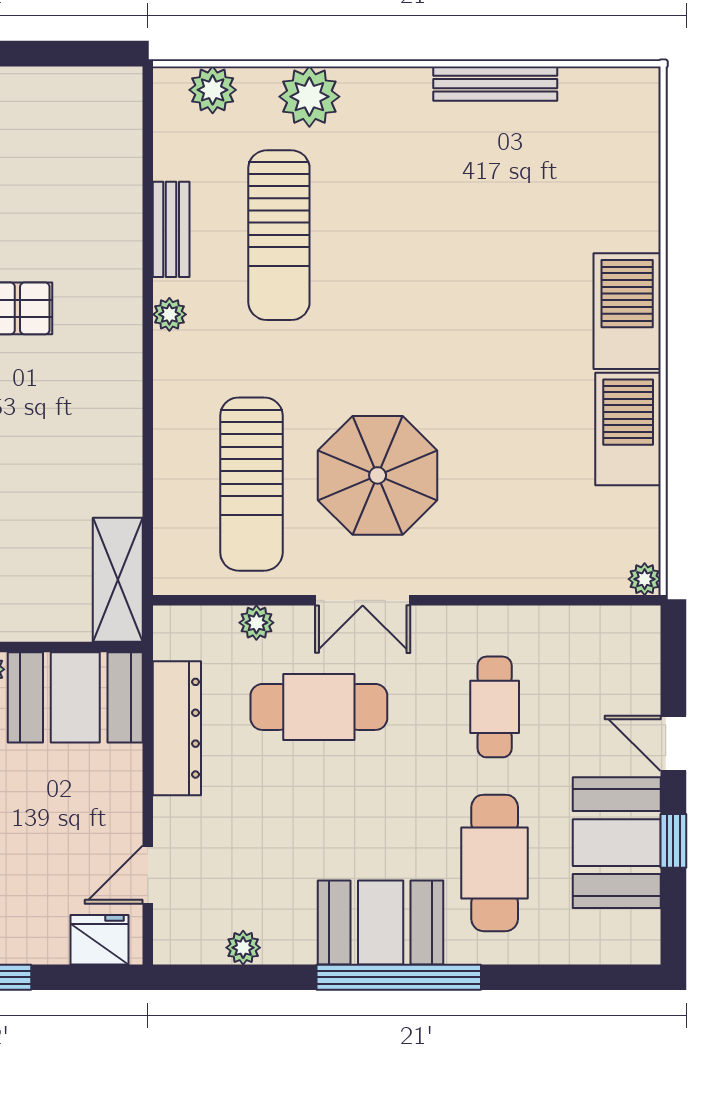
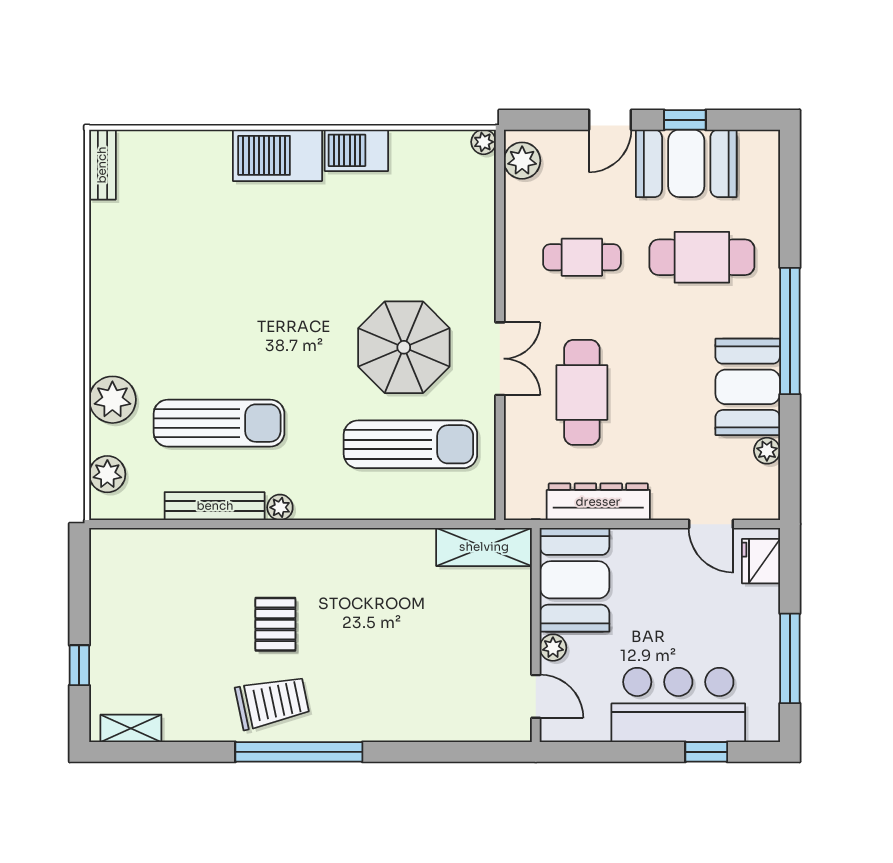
bench: (495, 84) -> (102, 165), moved, width x0.73
bench: (171, 229) -> (215, 506), width x1.36
barbecue: (628, 429) -> (356, 150), width x0.73, depth x0.83
plant: (256, 623) -> (522, 161), moved, width x1.38, depth x1.38
booth: (381, 923) -> (748, 387), moved

